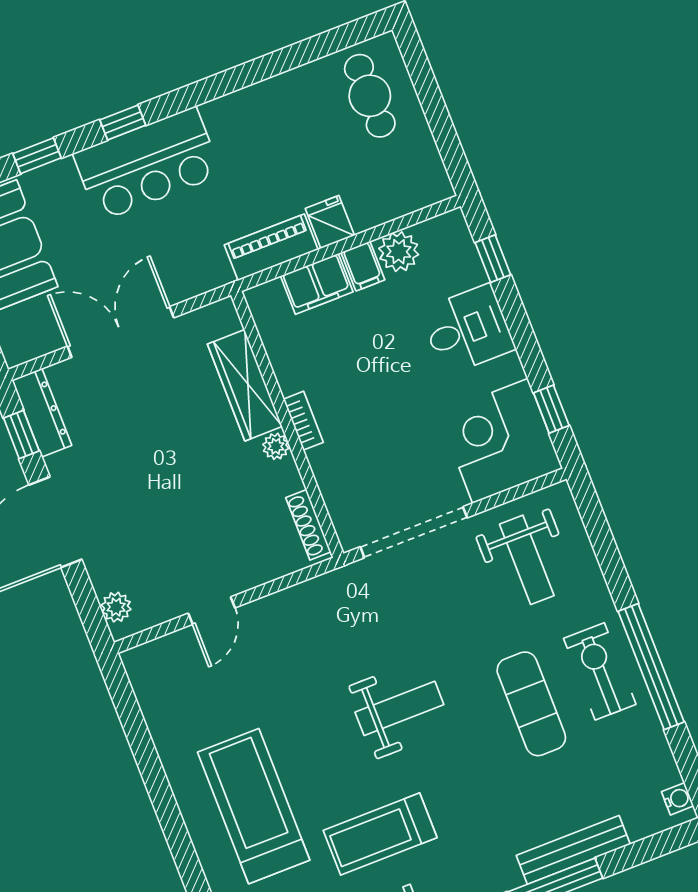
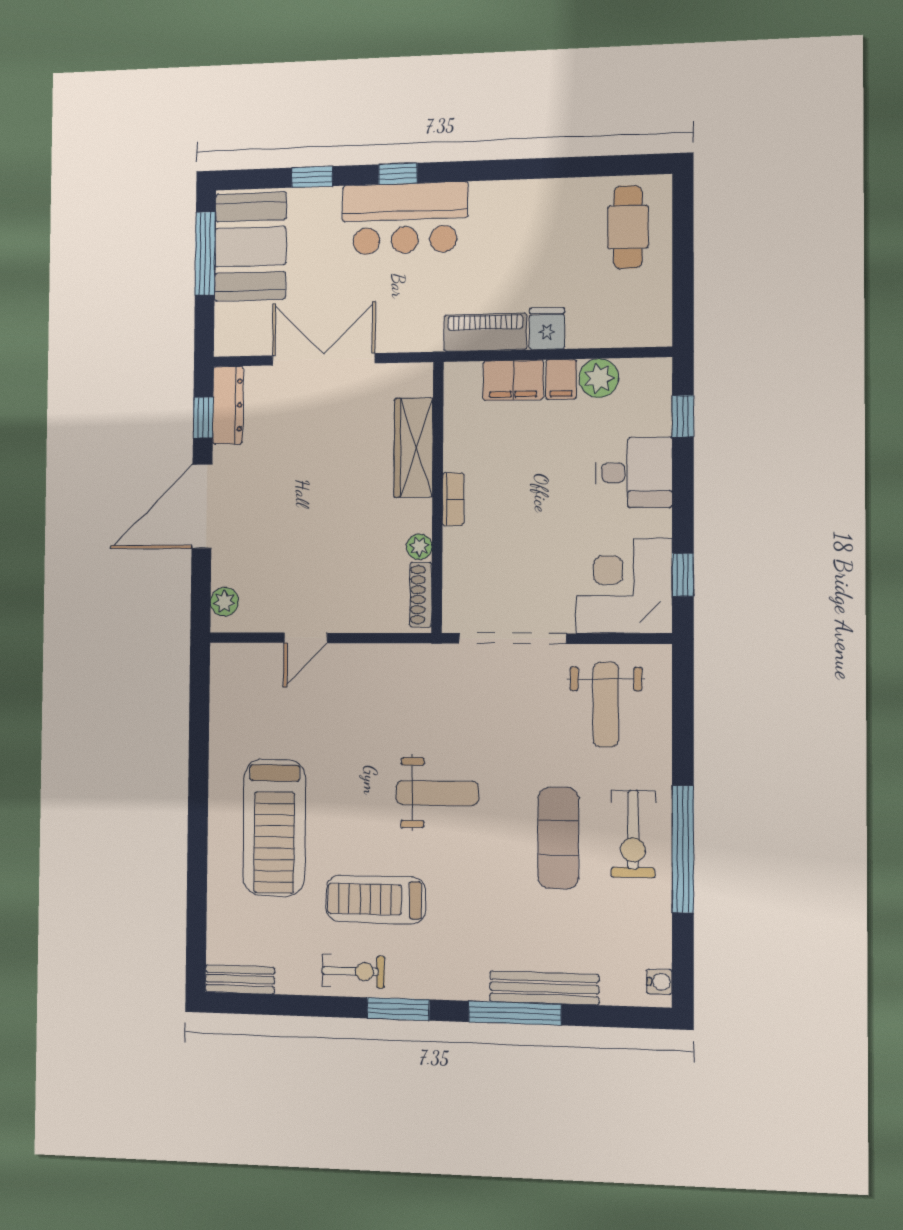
plant: (276, 446) -> (419, 547), moved
exercise bike: (600, 671) -> (633, 834), turned 180
treadmill: (254, 806) -> (274, 827), turned 180

